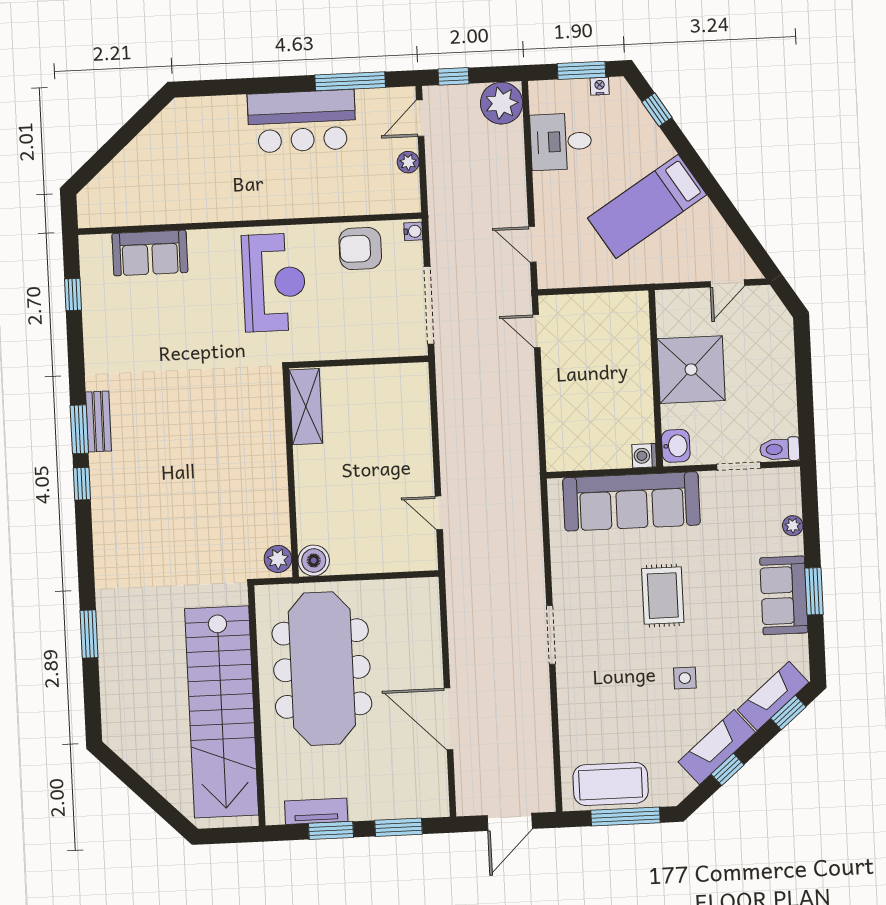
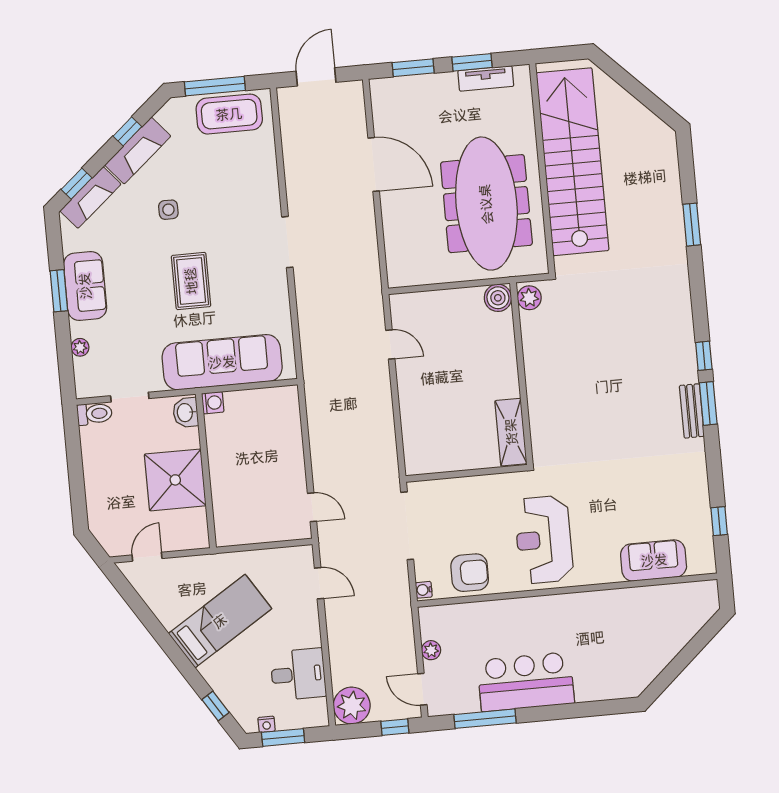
door: (420, 118) -> (422, 689), swing flipped

